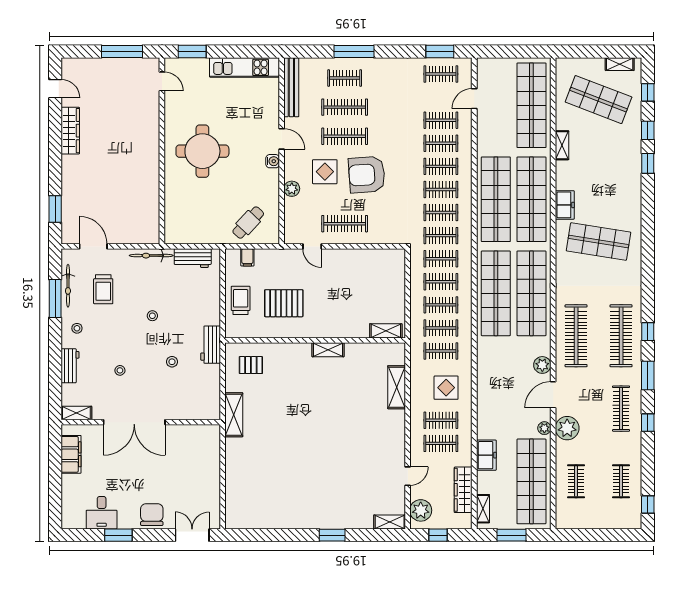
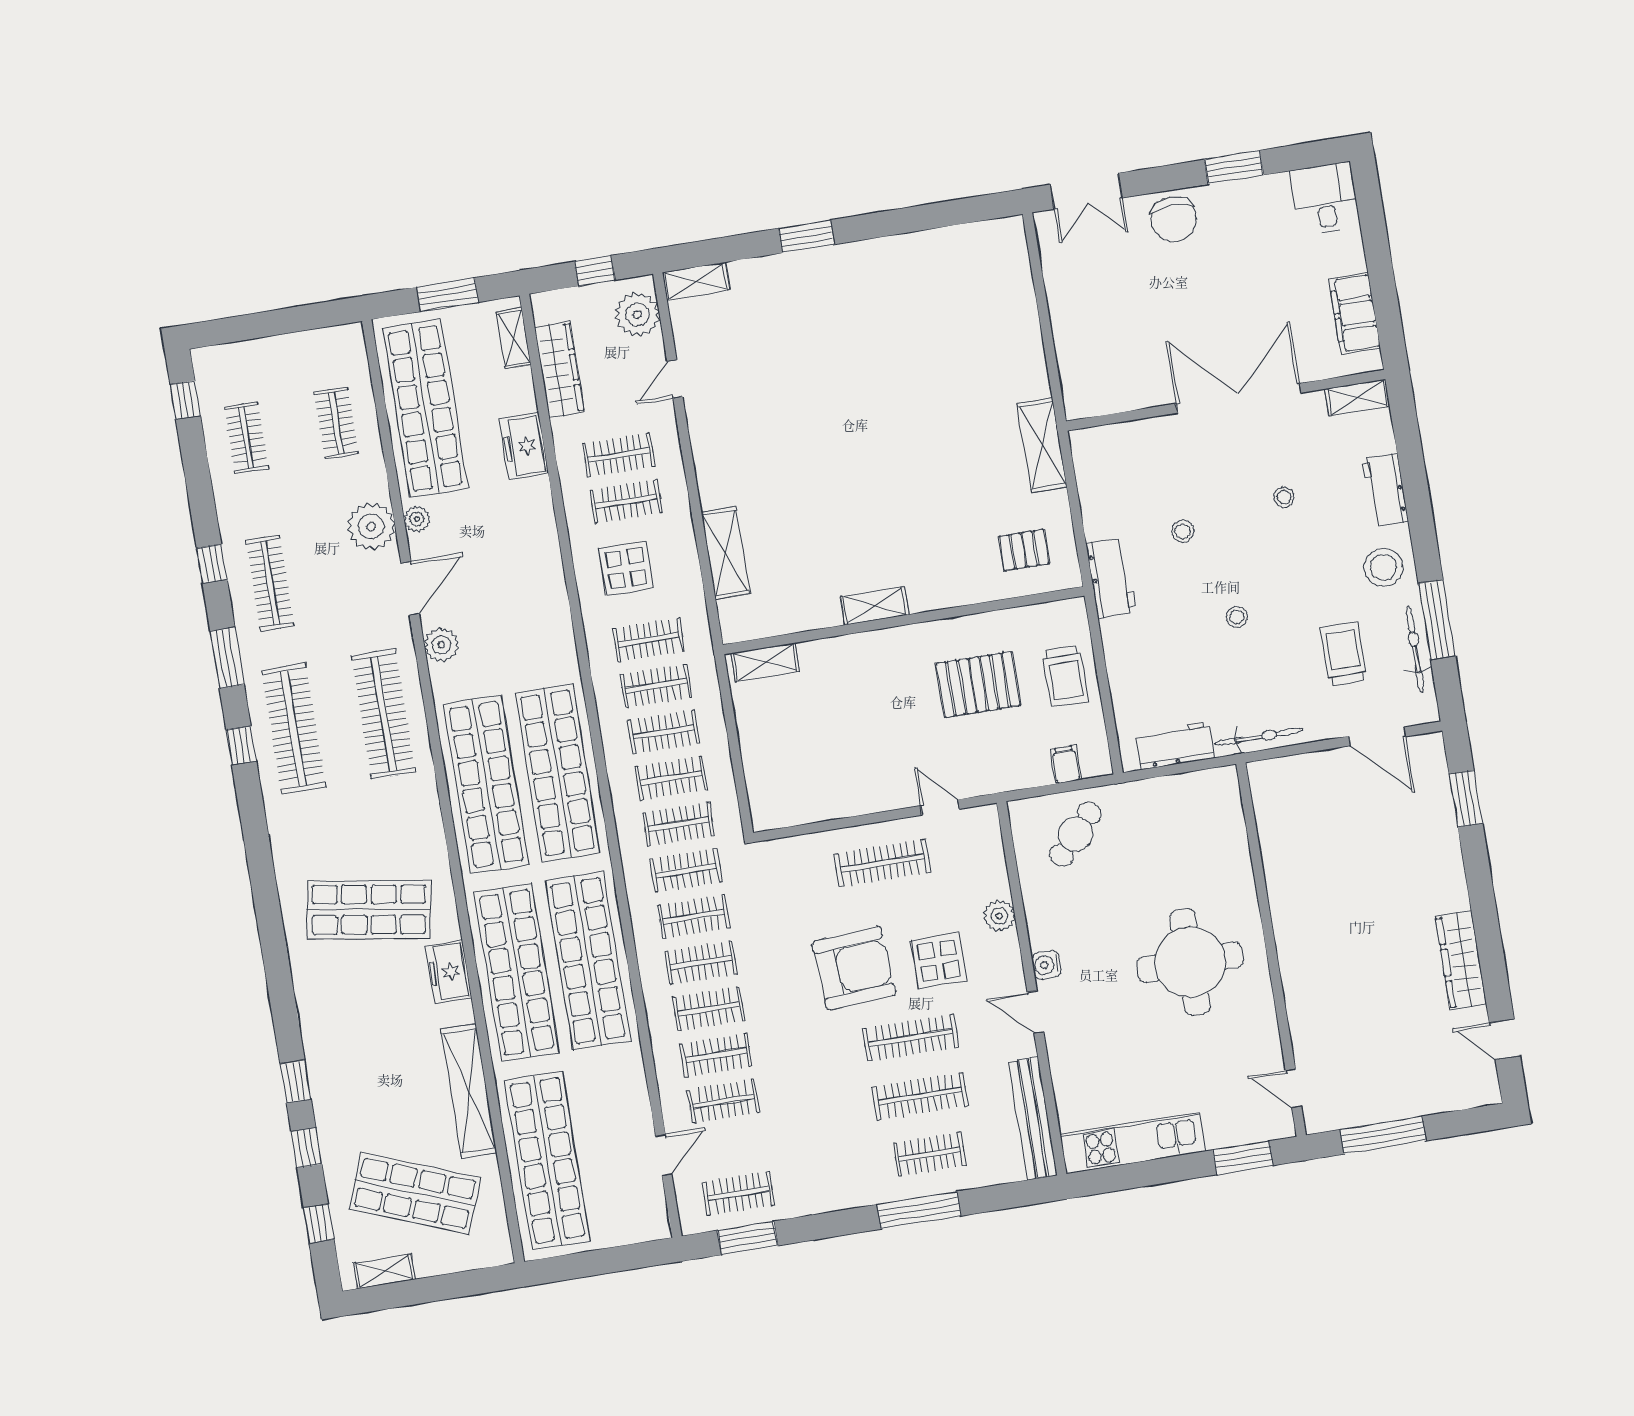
shelving: (562, 145) -> (469, 1091), width x2.20, depth x1.33
stool: (77, 328) -> (1383, 567), width x1.89, depth x1.89
desk: (102, 513) -> (1325, 199), moved

